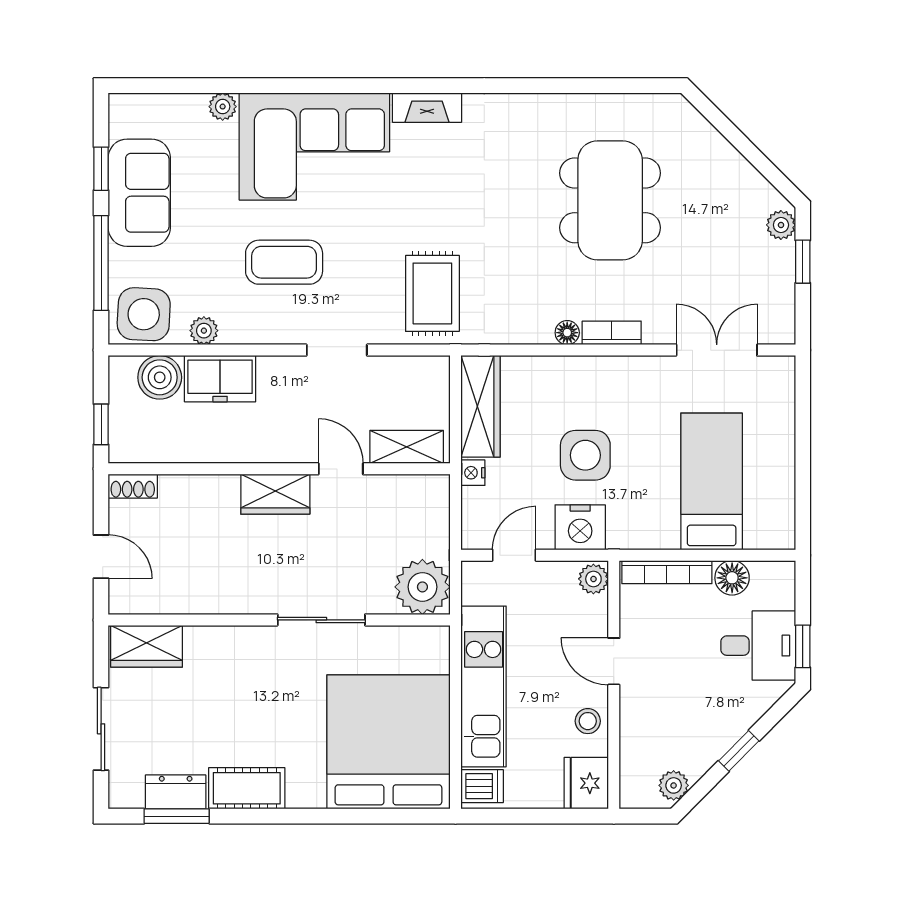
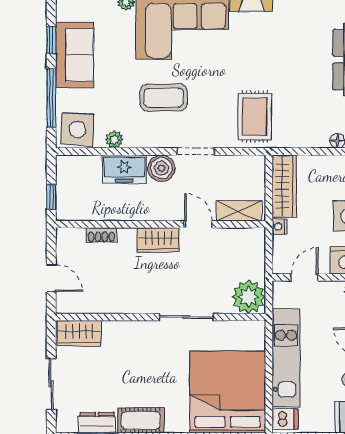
boiler: (160, 377) -> (161, 168), moved
shoe rack: (133, 486) -> (101, 235), moved

